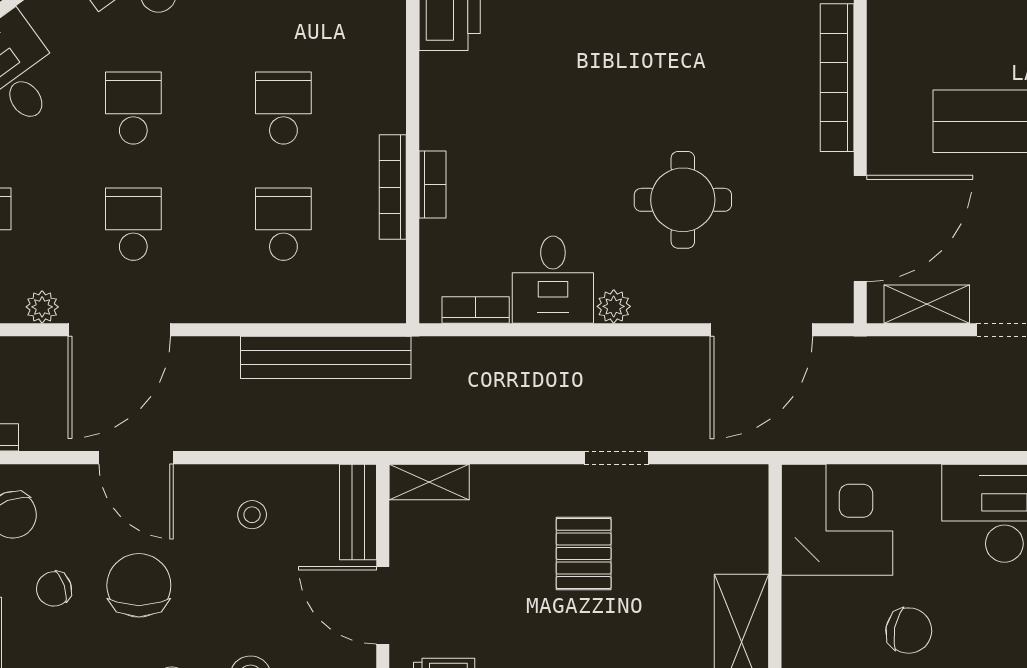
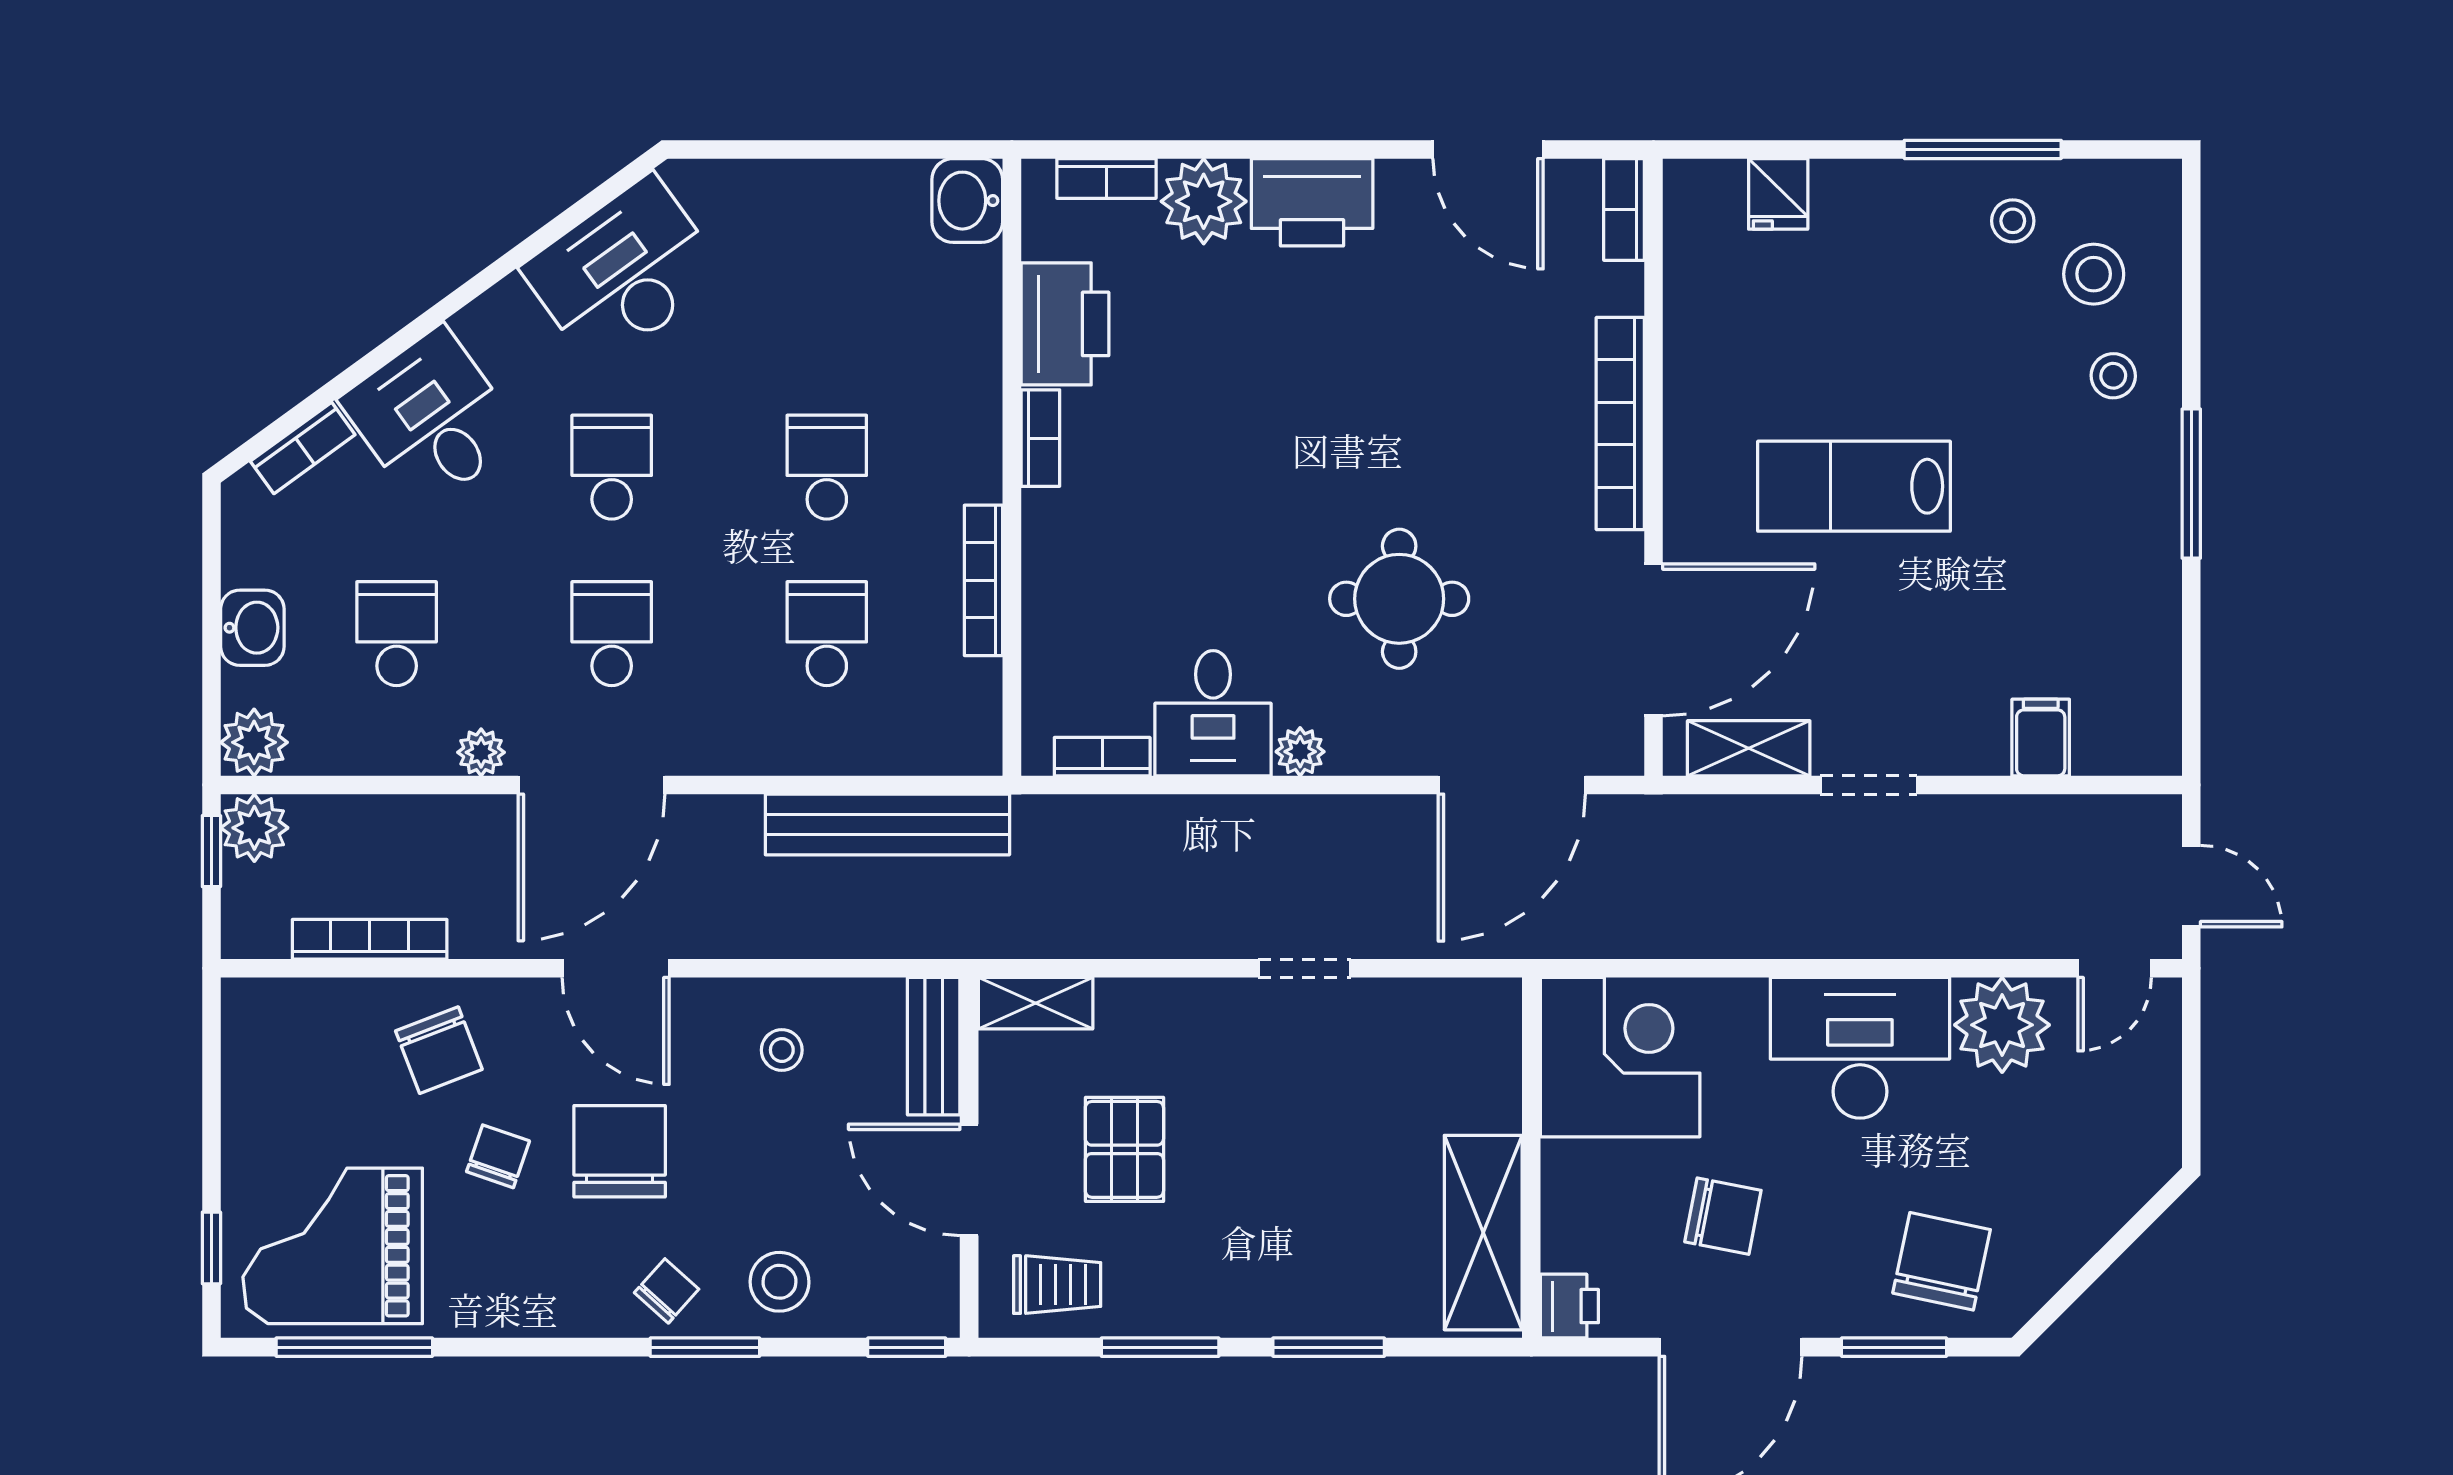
bookcase: (432, 184) -> (1040, 438), moved
pallet: (584, 553) -> (1124, 1149), moved
chair: (54, 589) -> (498, 1156), turned 128

